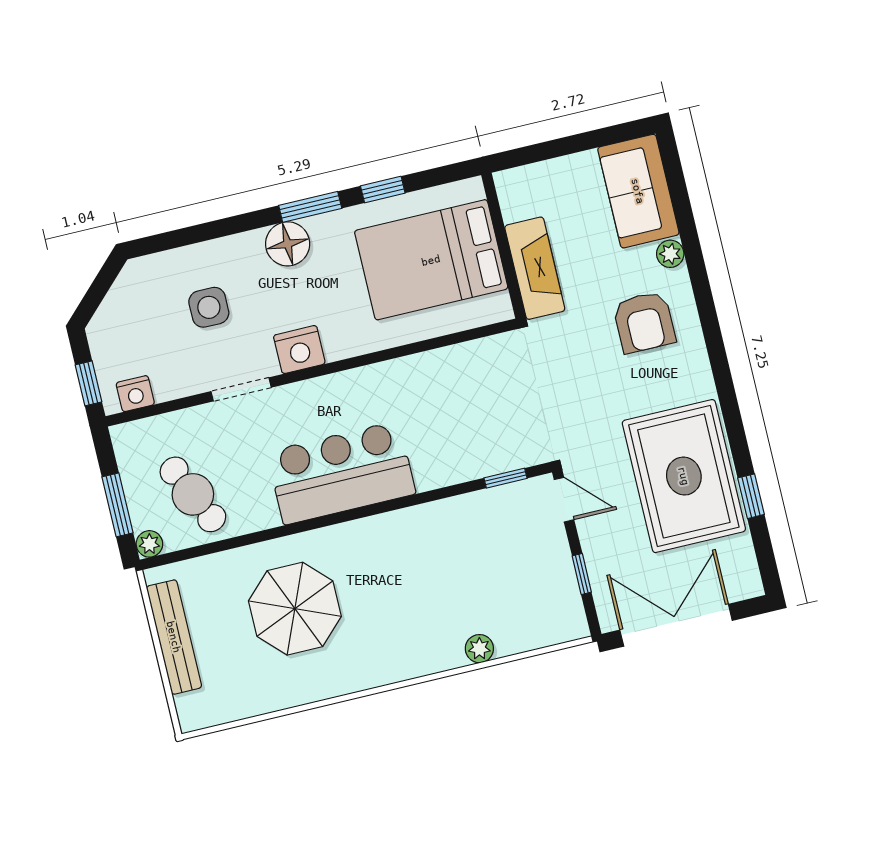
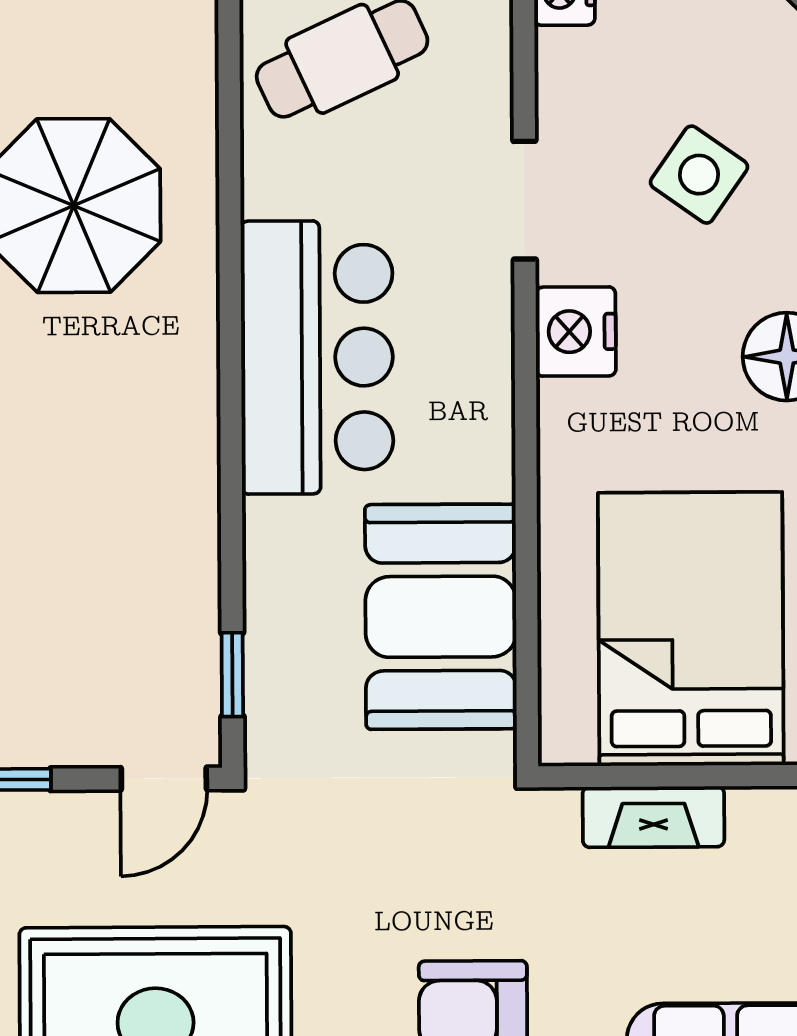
fireplace: (535, 268) -> (653, 817), width x0.73, depth x0.76
side table: (209, 307) -> (699, 175), turned 35
booth: (454, 383) -> (441, 617), added

